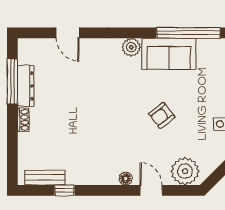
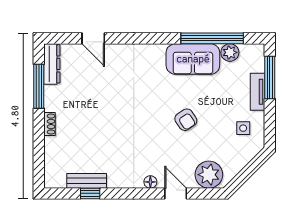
plant: (131, 47) -> (230, 52), moved
dresser: (26, 86) -> (52, 64), moved
armchair: (162, 115) -> (186, 120), turned -87
bench: (45, 177) -> (87, 181), moved

